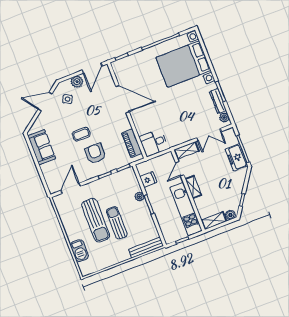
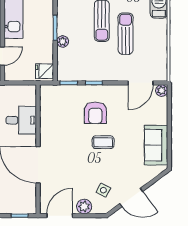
piano: (132, 143) -> (47, 108), removed
desk: (154, 143) -> (21, 120), moved
fridge: (148, 180) -> (45, 71), moved
plant: (53, 189) -> (162, 91), added
sun lounger: (96, 220) -> (126, 34), width x0.73, depth x0.75

